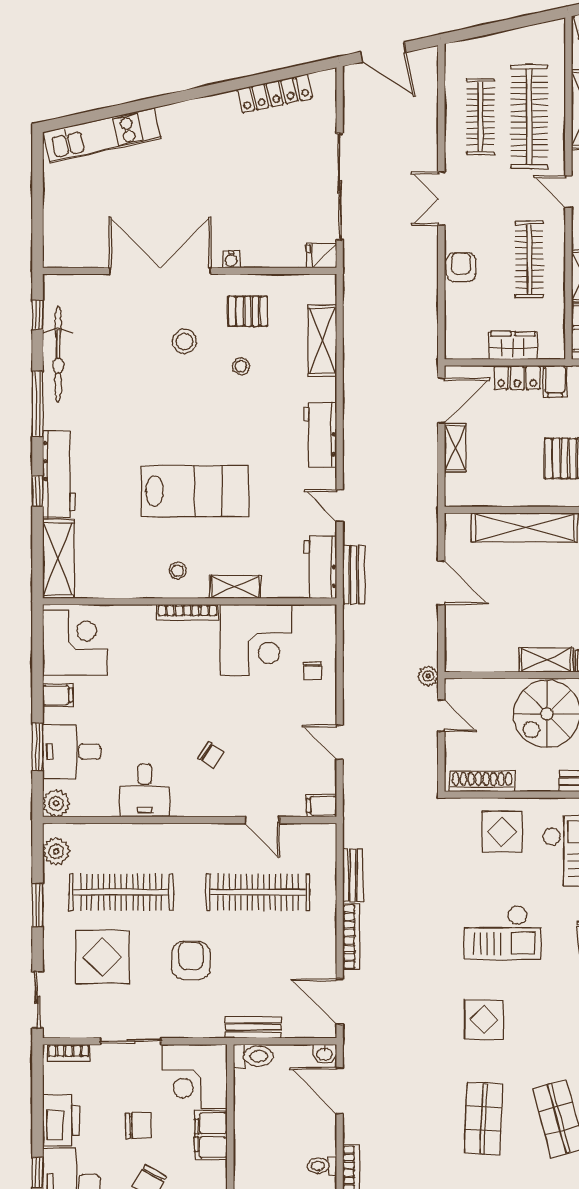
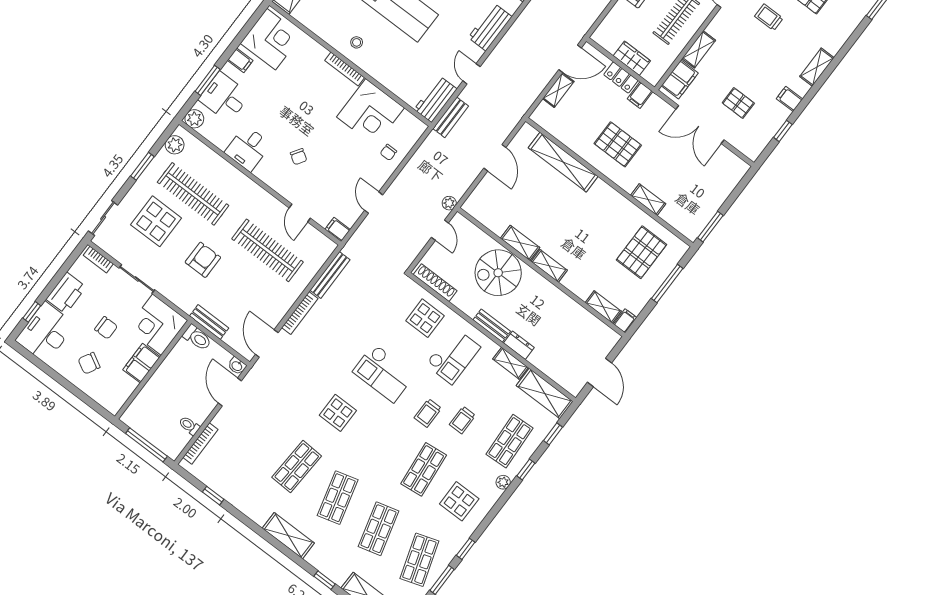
shelving: (235, 587) -> (381, 75), removed
bench: (353, 875) -> (330, 275), width x1.36

